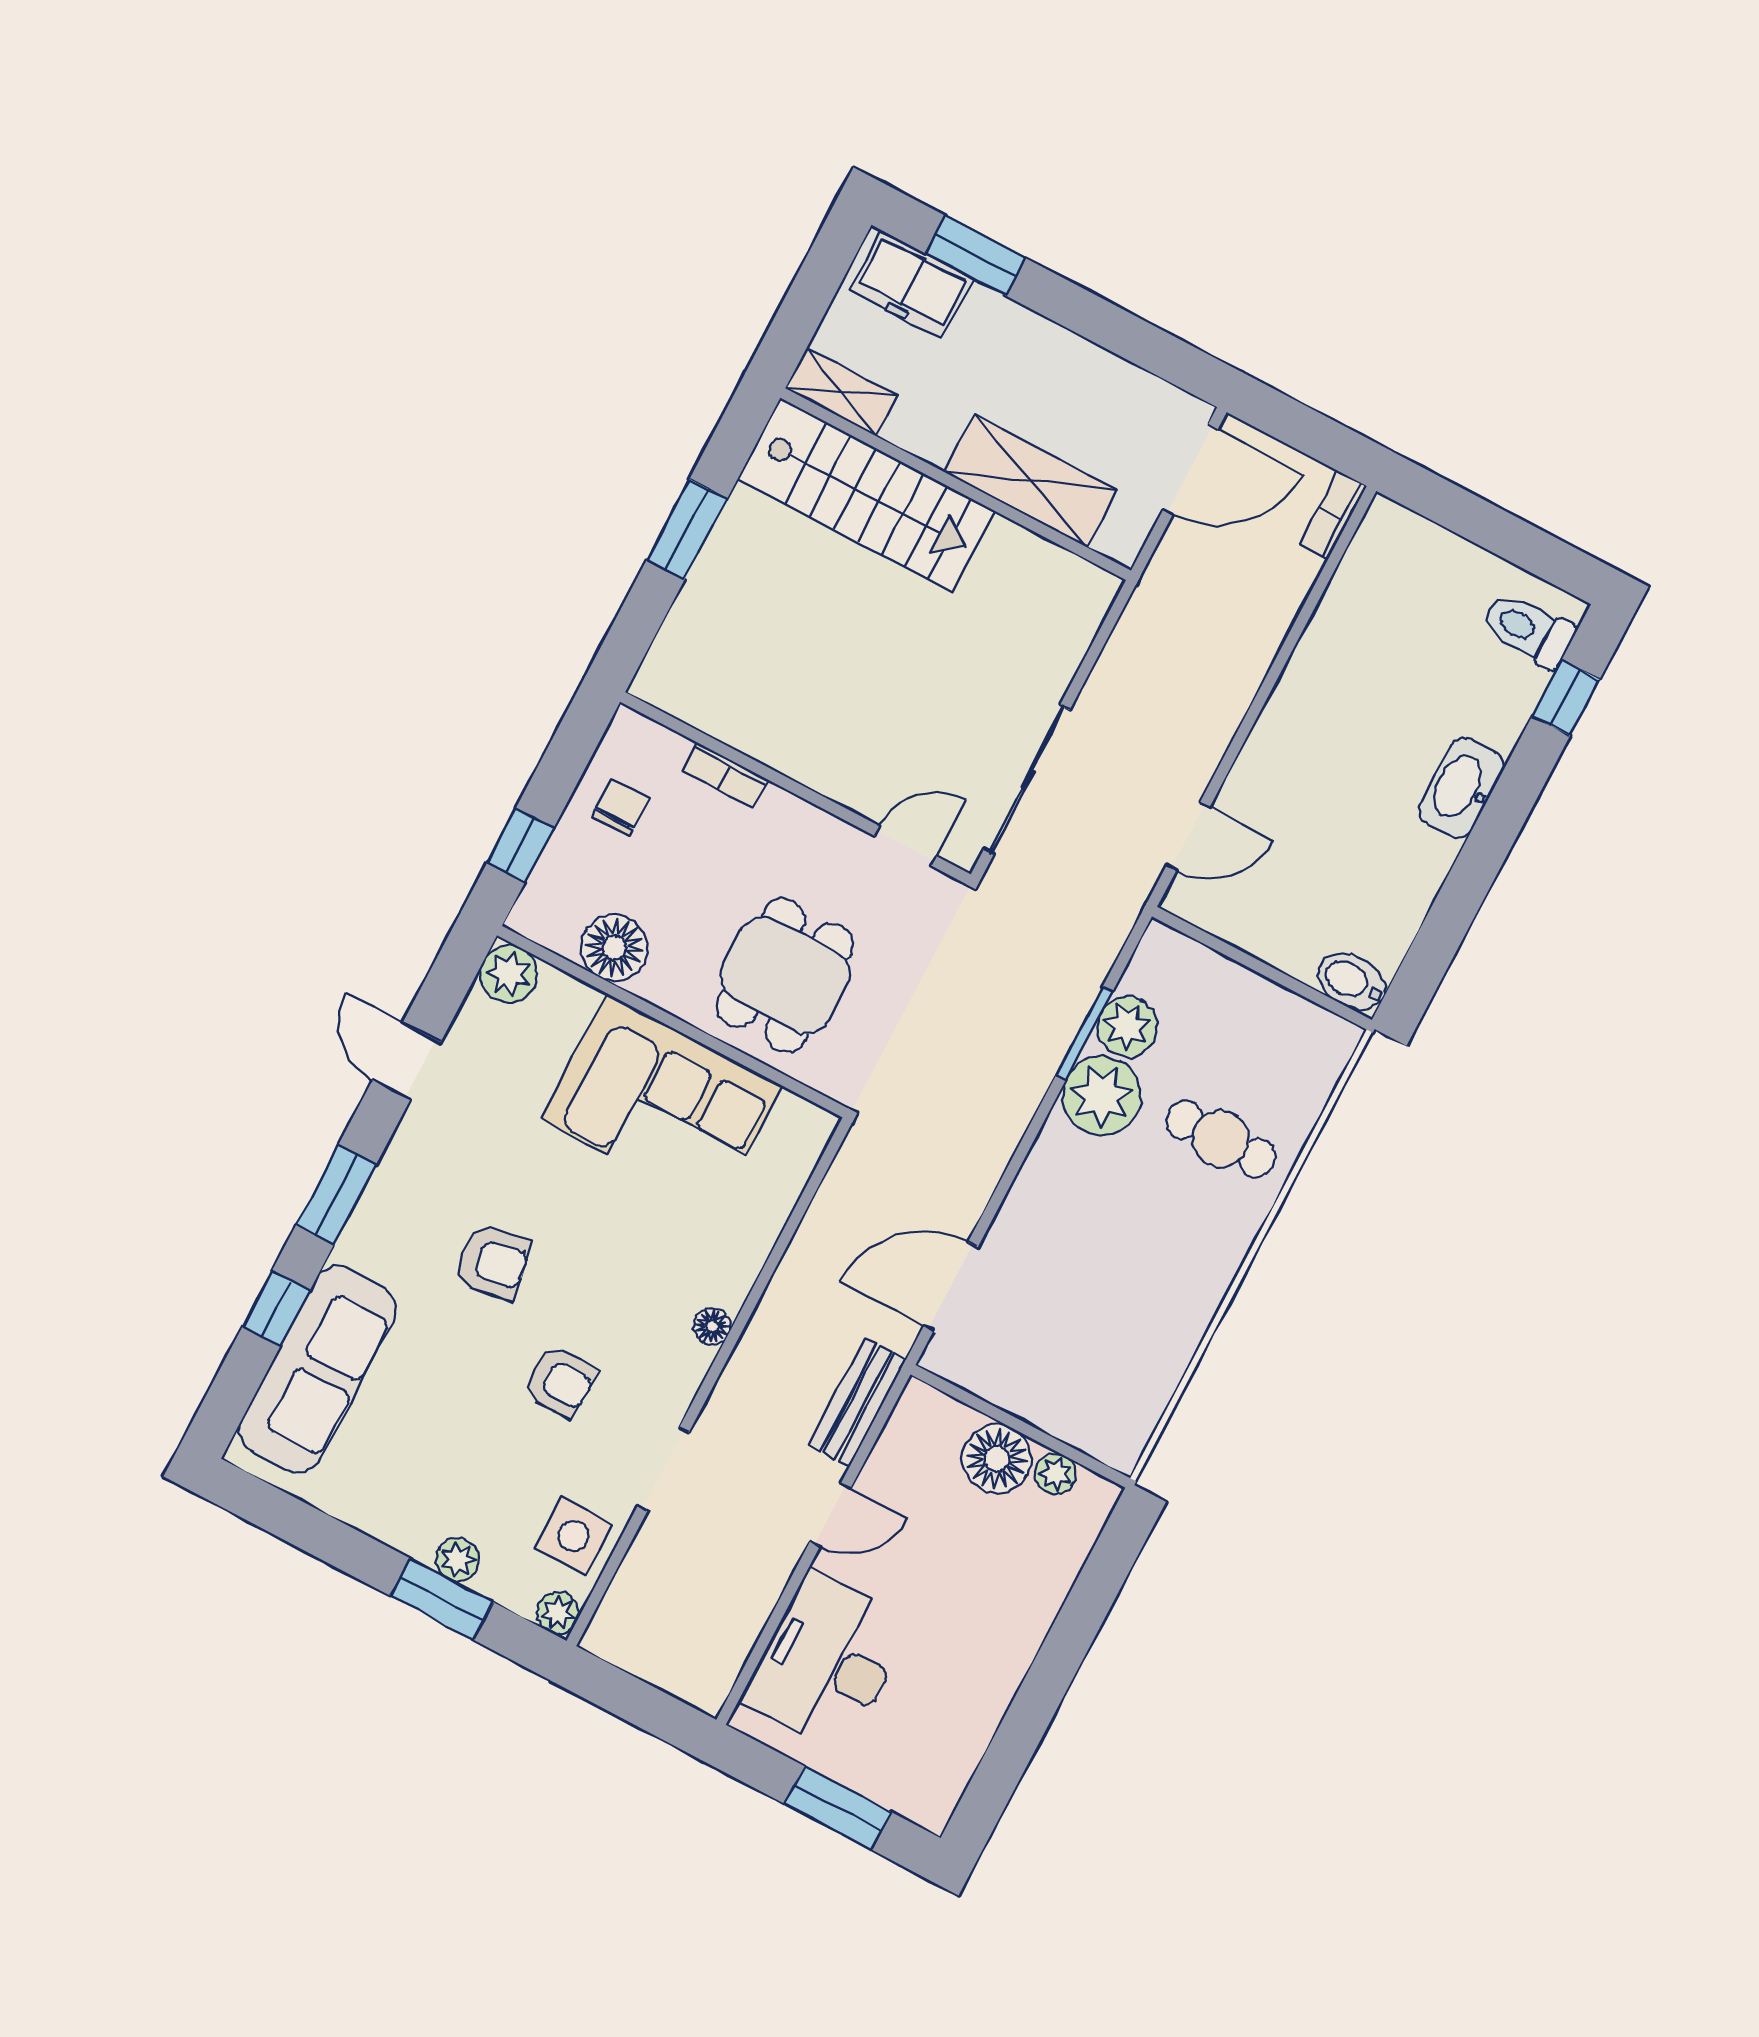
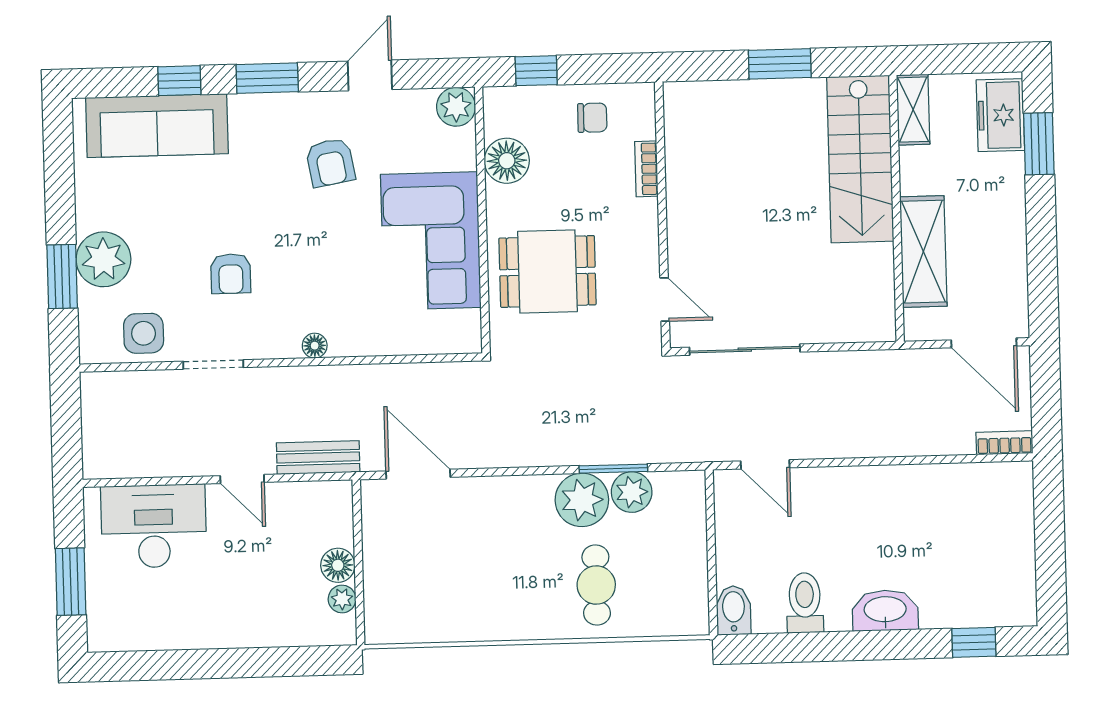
toilet: (1528, 630) -> (805, 603), moved
armchair: (493, 1262) -> (330, 162), moved
floor lamp: (997, 1459) -> (338, 565), width x0.73, depth x0.73
plant: (458, 1559) -> (103, 259), width x1.87, depth x1.87
plant: (558, 1613) -> (93, 350), removed

